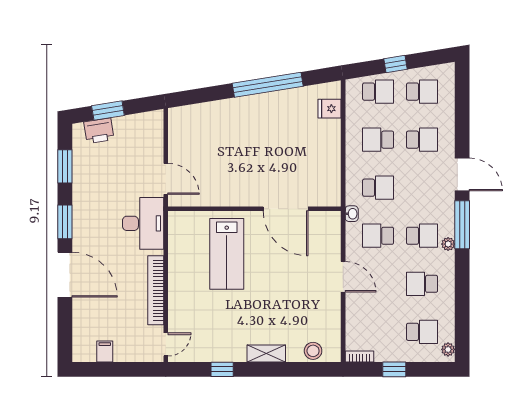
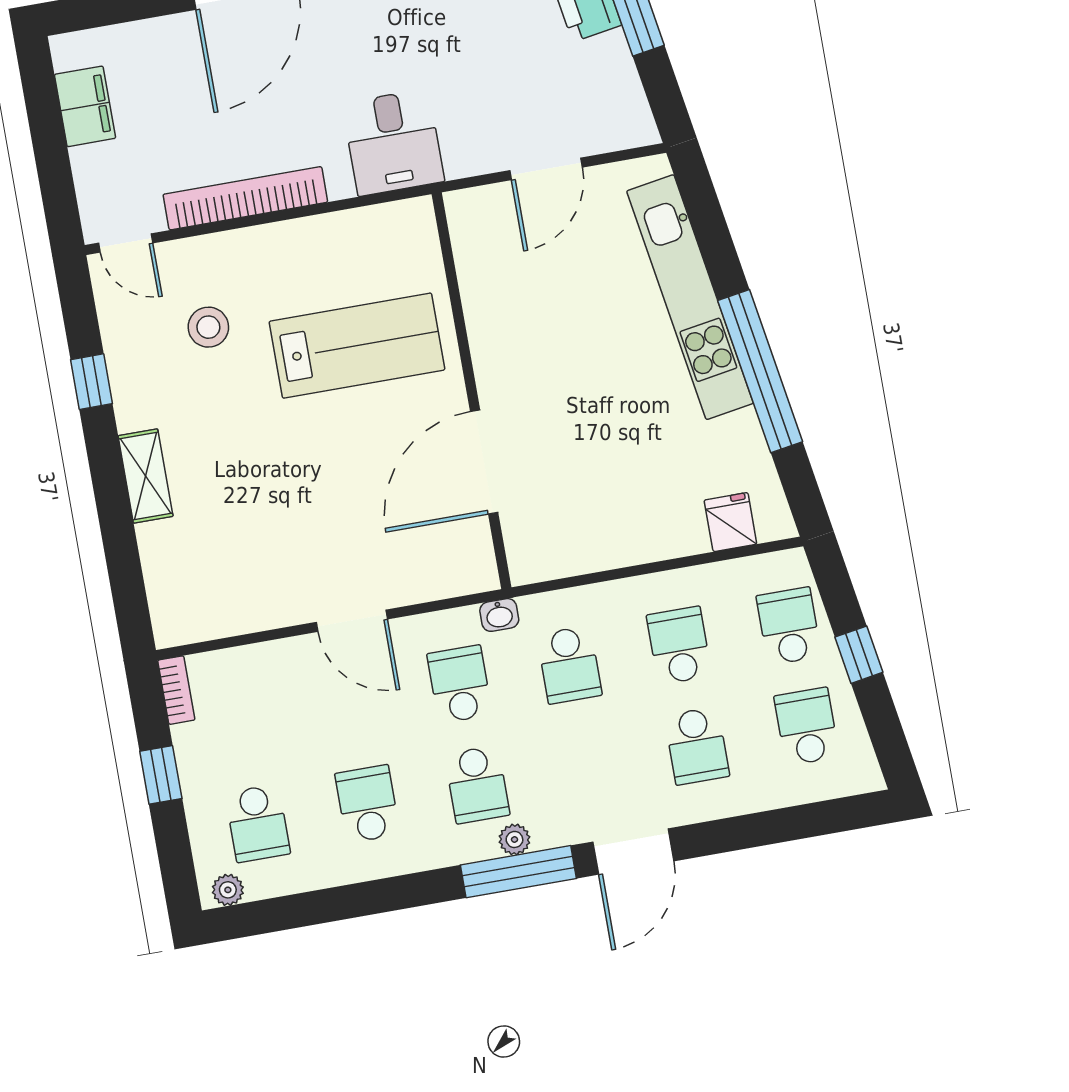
school desk: (378, 92) -> (789, 626), turned 180
school desk: (422, 92) -> (807, 726), turned 180
kitchen unit: (231, 109) -> (690, 297), added
door: (166, 179) -> (546, 169), moved
desk: (143, 223) -> (393, 142), width x0.73
plant: (448, 244) -> (514, 839), moved
lab bench: (227, 254) -> (357, 346), turned 180
door: (343, 277) -> (352, 621), hinge flipped
filing cabinet: (105, 351) -> (85, 106), width x2.00
stool: (313, 351) -> (208, 327), moved

